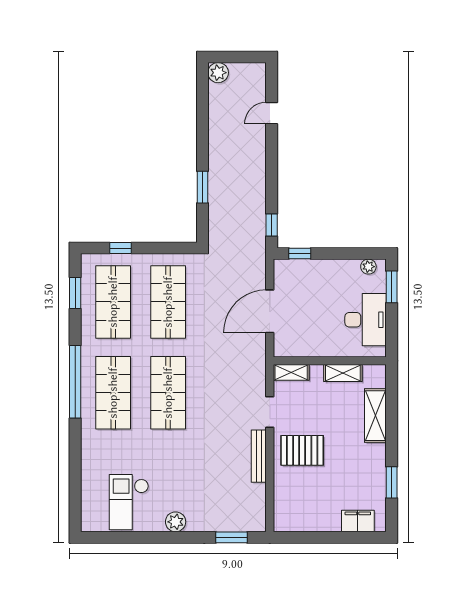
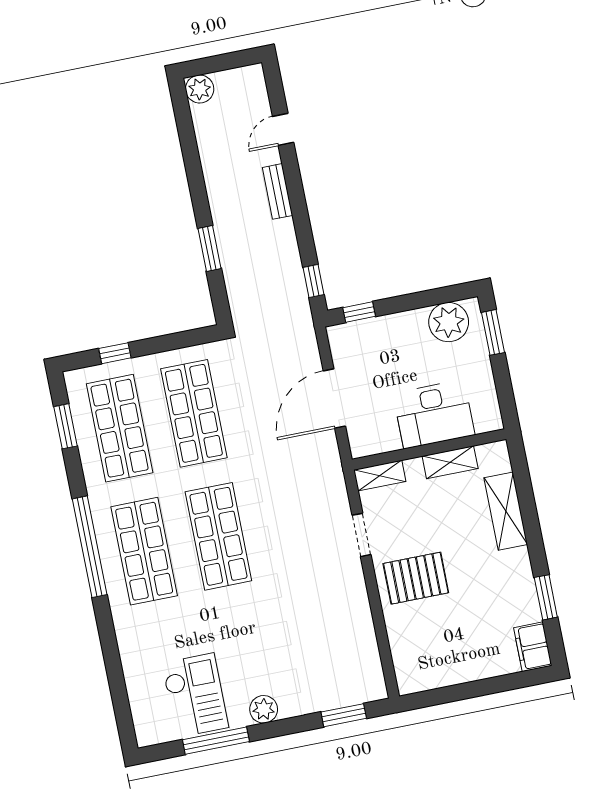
plant: (368, 267) -> (449, 322), width x1.88, depth x1.88
desk: (366, 320) -> (434, 414), moved, turned 90
bench: (259, 456) -> (277, 191), moved, width x0.73
checkout: (129, 502) -> (195, 695), turned 180
filing cabinet: (358, 521) -> (533, 647), moved, turned -90
window: (137, 537) -> (216, 741), added

